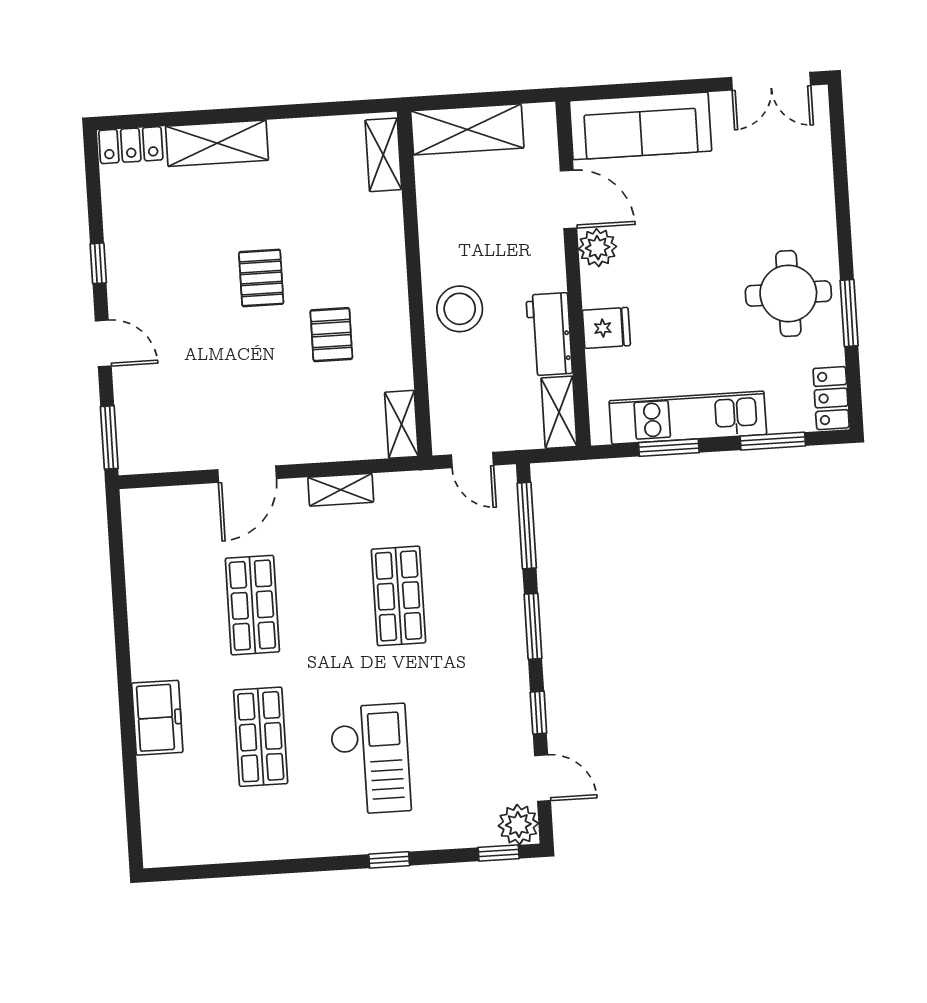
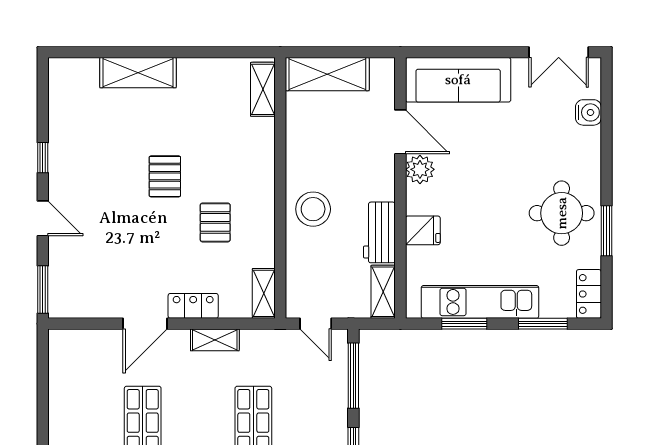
locker: (131, 145) -> (193, 306), moved, turned 180
water cooler: (815, 158) -> (588, 112), added

